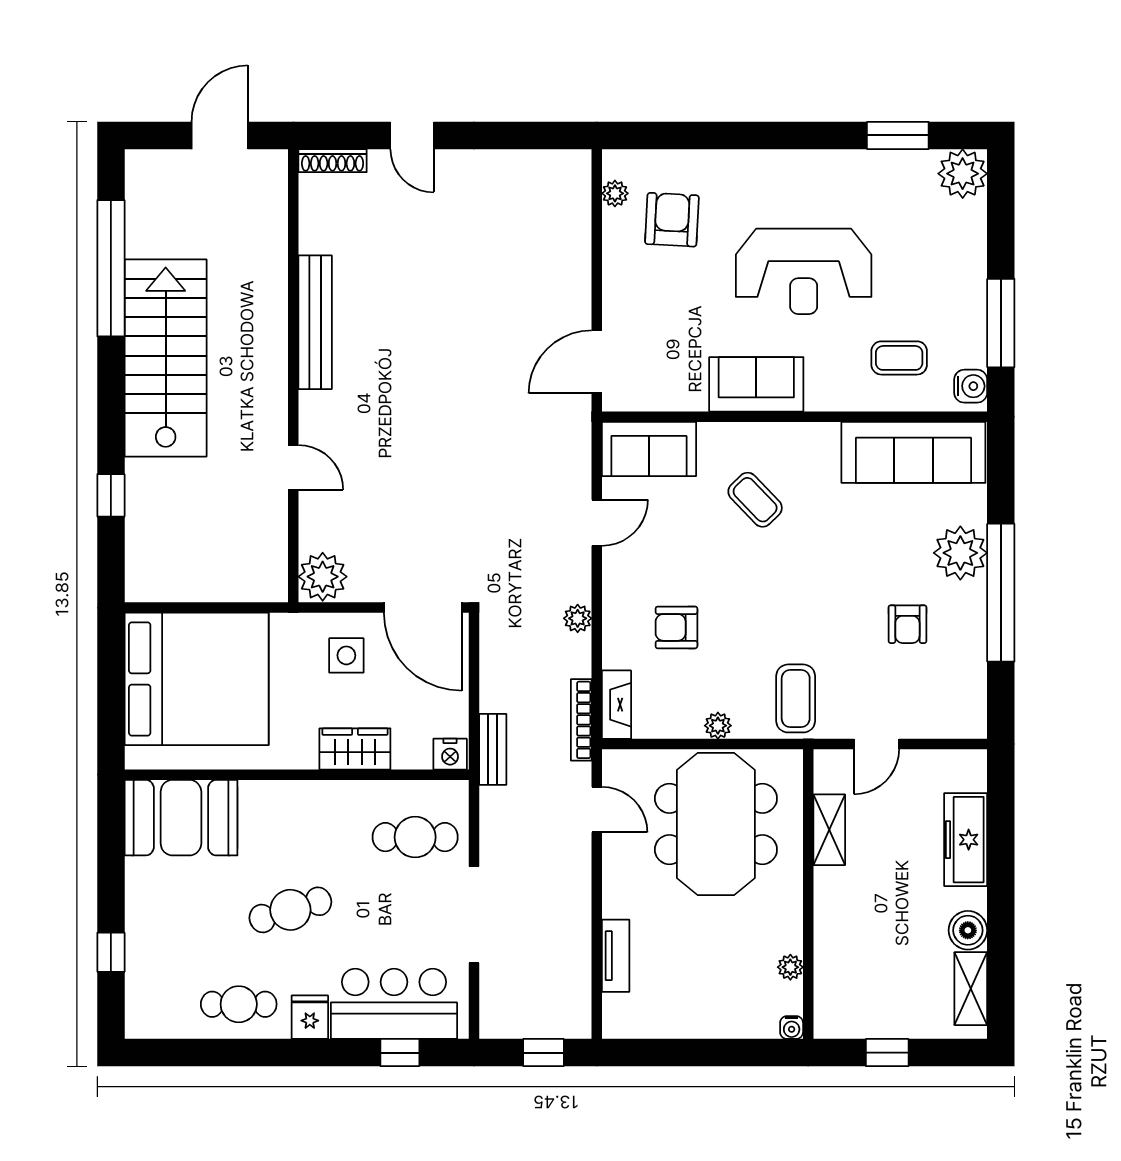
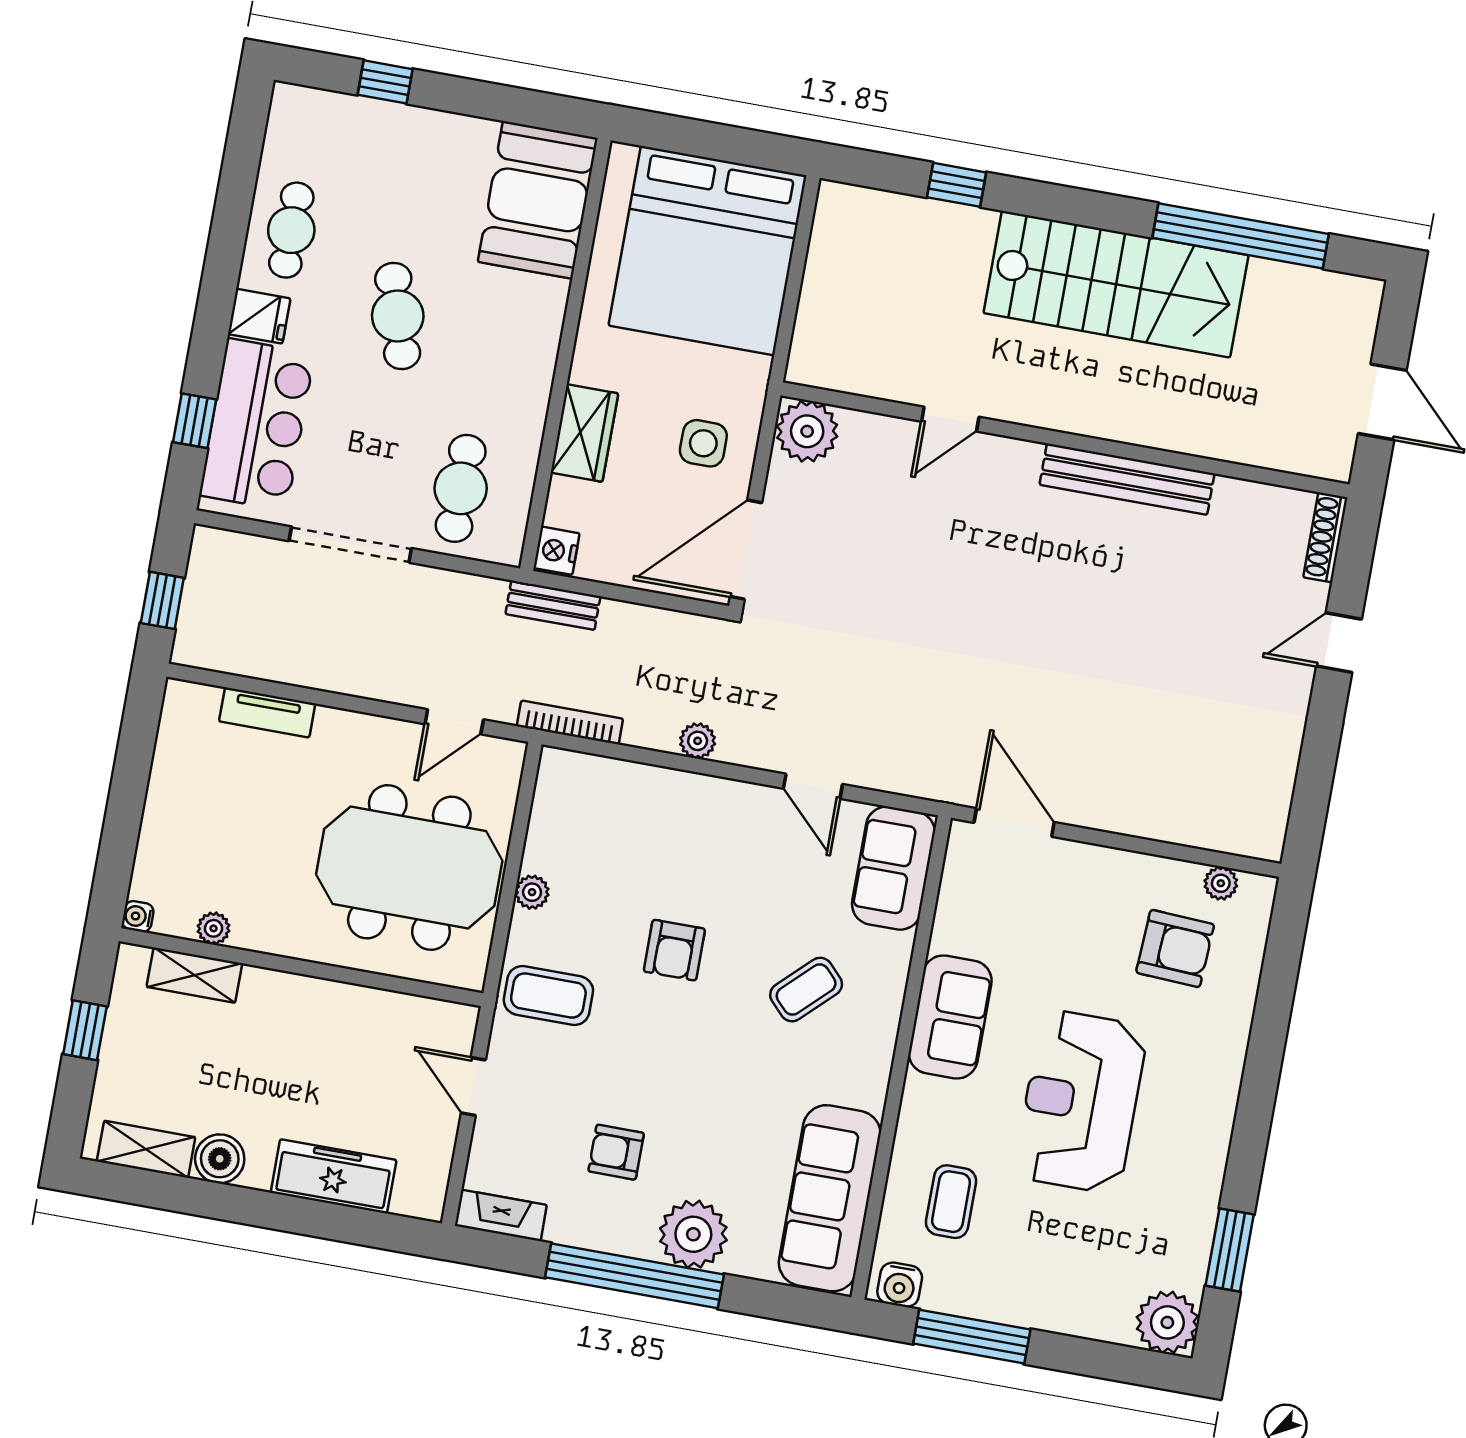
armchair: (676, 627) -> (674, 950), moved, turned 180
fireplace: (616, 705) -> (501, 1215), moved, turned 180
shelving: (829, 830) -> (194, 975), moved

